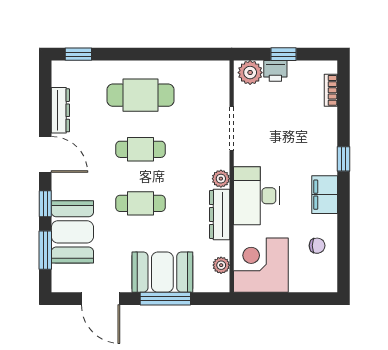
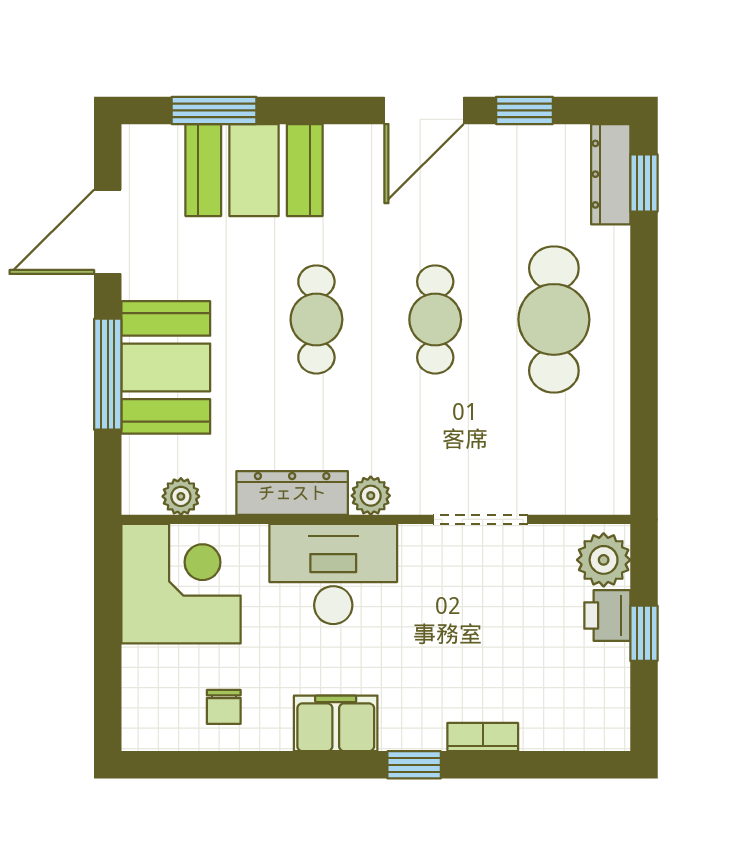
bookcase: (331, 90) -> (483, 737), moved
dresser: (60, 110) -> (611, 174), moved, turned 90
window: (45, 204) -> (524, 110), moved

